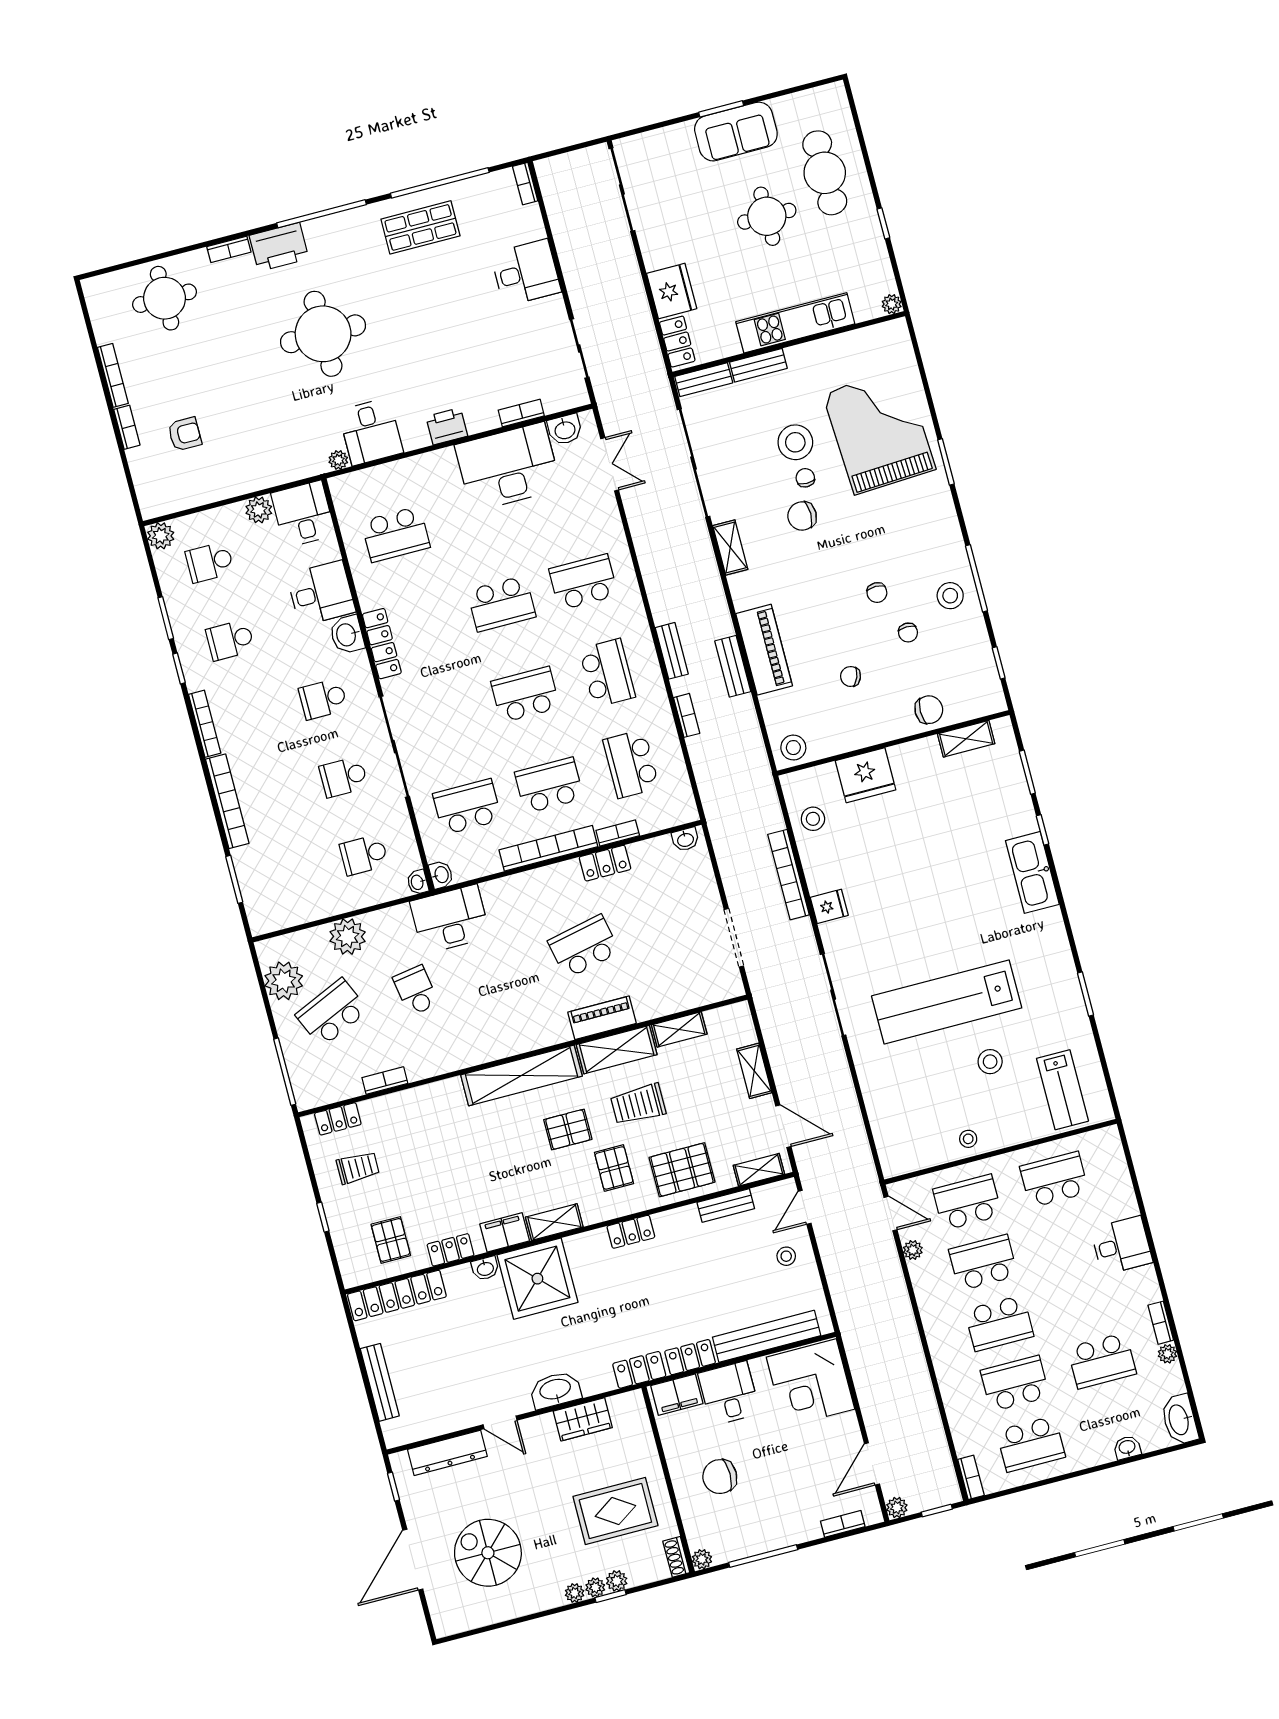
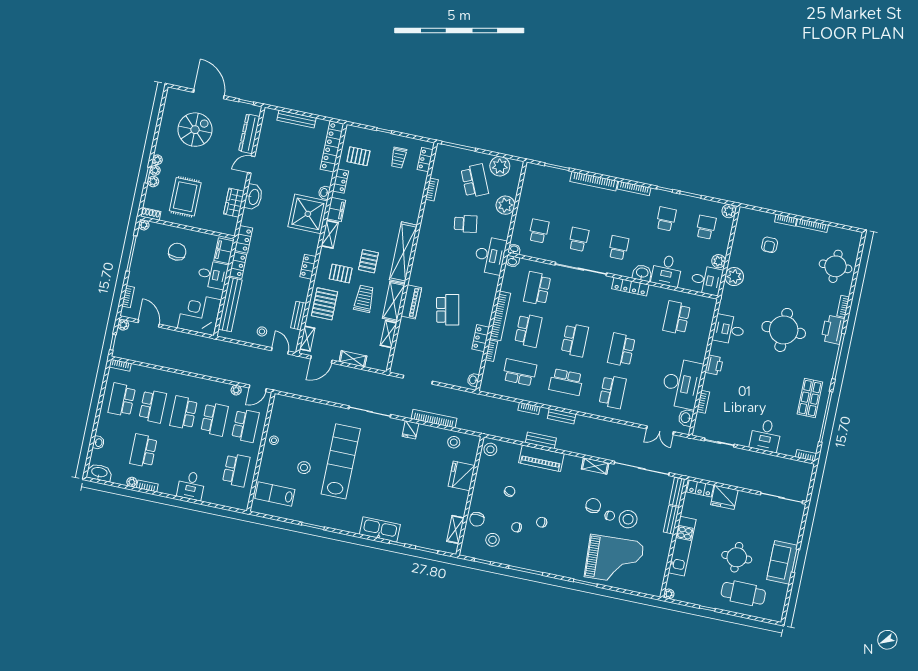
plant: (338, 460) -> (734, 277), moved, width x1.87, depth x1.87
stool: (950, 596) -> (493, 540), moved
school desk: (467, 807) -> (537, 288), turned 180

